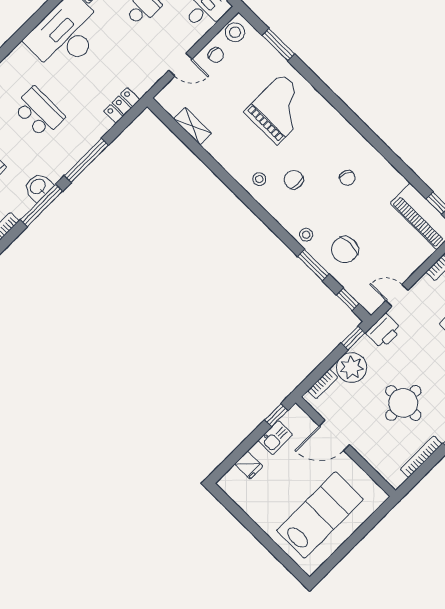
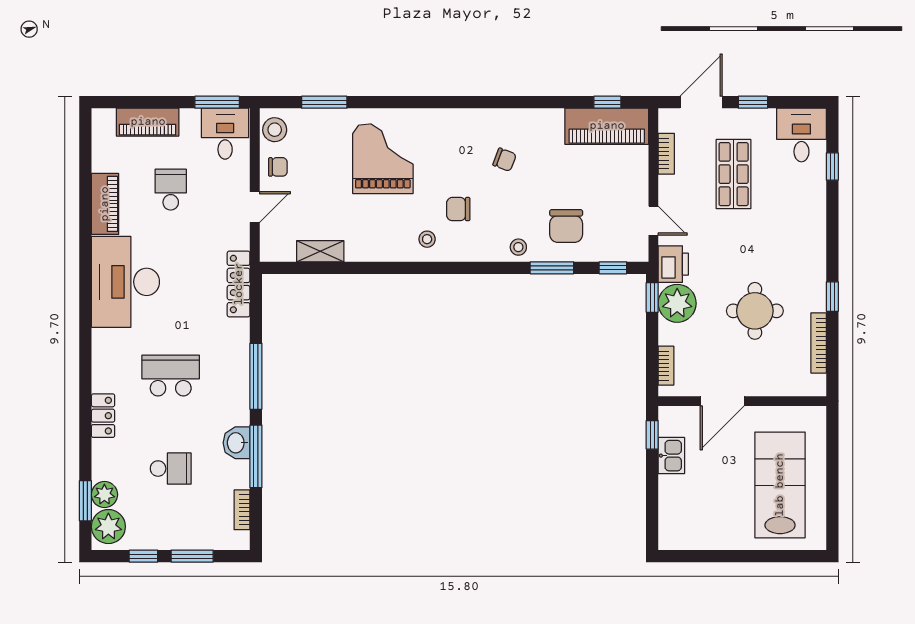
locker: (122, 105) -> (239, 284), width x1.53
door: (397, 295) -> (653, 221), swing flipped
plant: (352, 368) -> (677, 303), moved
fridge: (249, 465) -> (672, 504), removed

